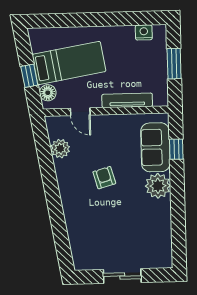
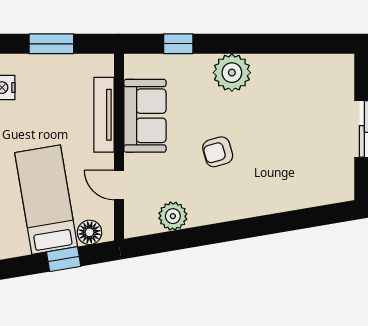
door: (80, 112) -> (119, 185), swing flipped
sofa: (155, 147) -> (145, 116), moved, turned -90

